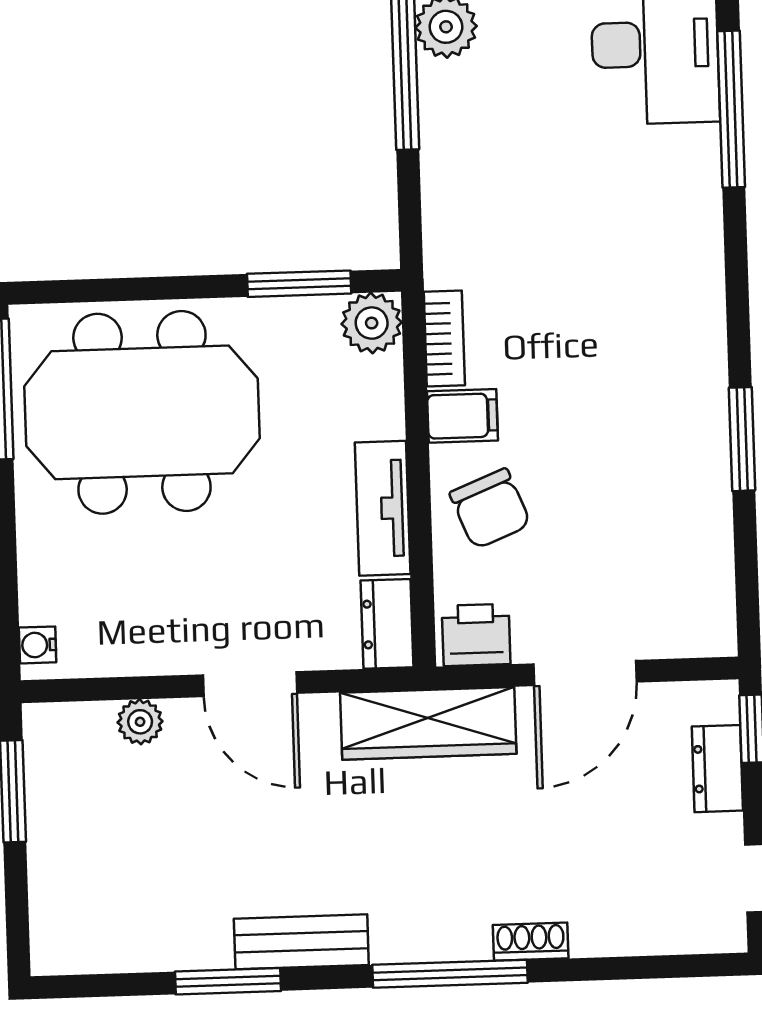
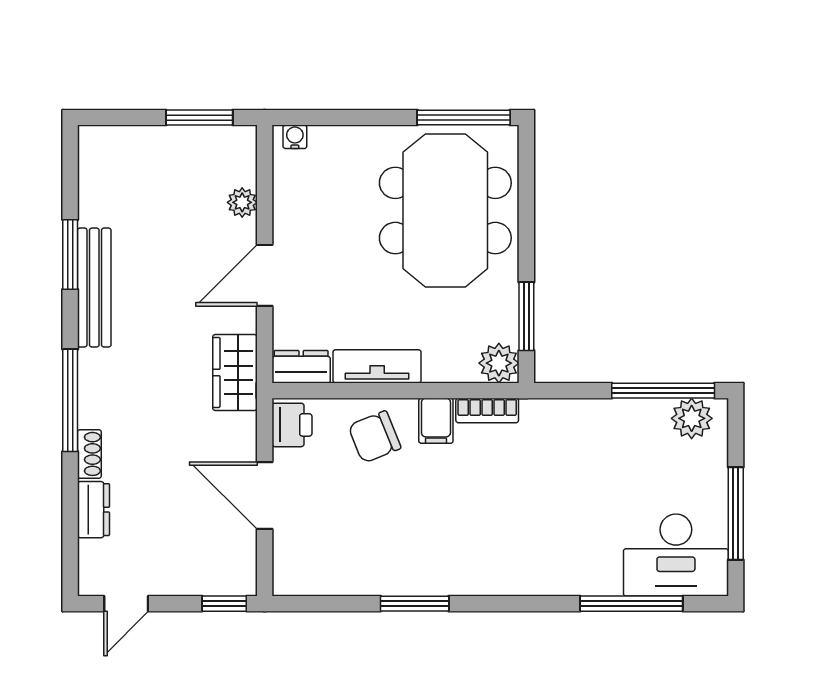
wardrobe: (428, 723) -> (235, 373), width x0.67
dresser: (717, 769) -> (93, 510), moved, turned 90
bench: (301, 942) -> (94, 288), width x1.36

